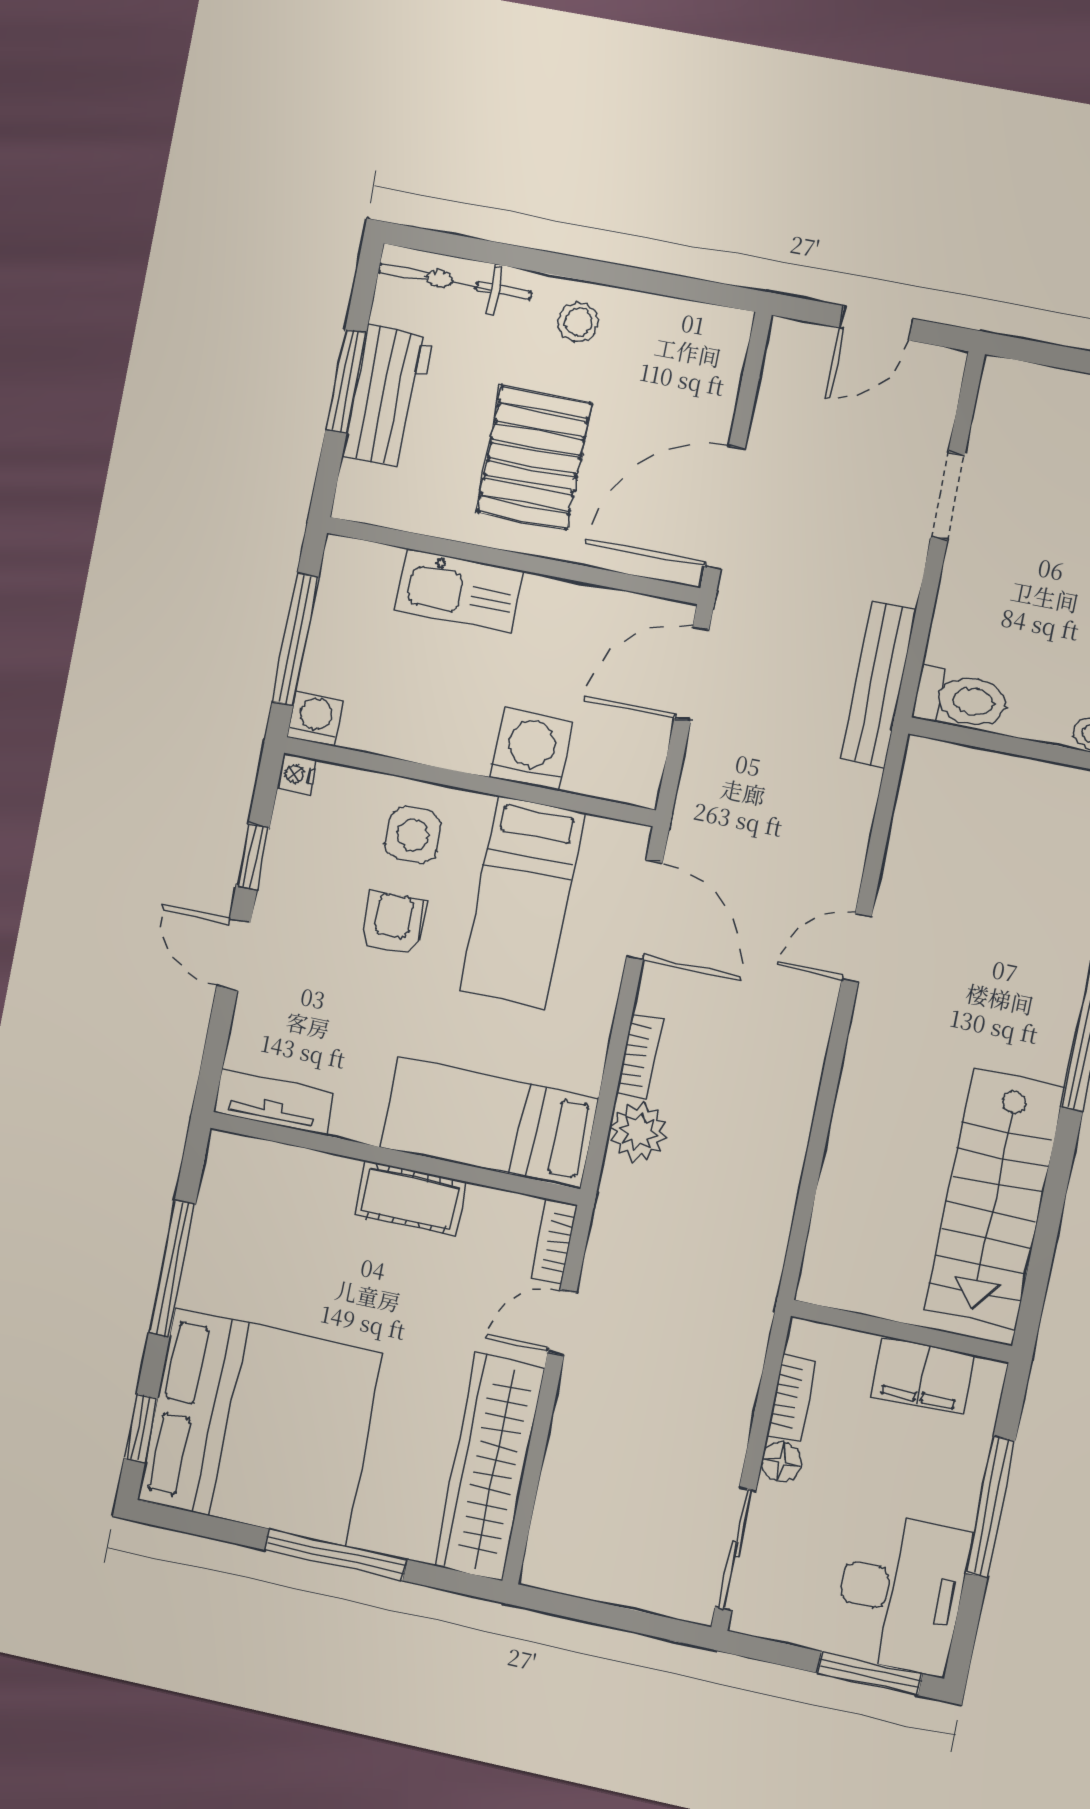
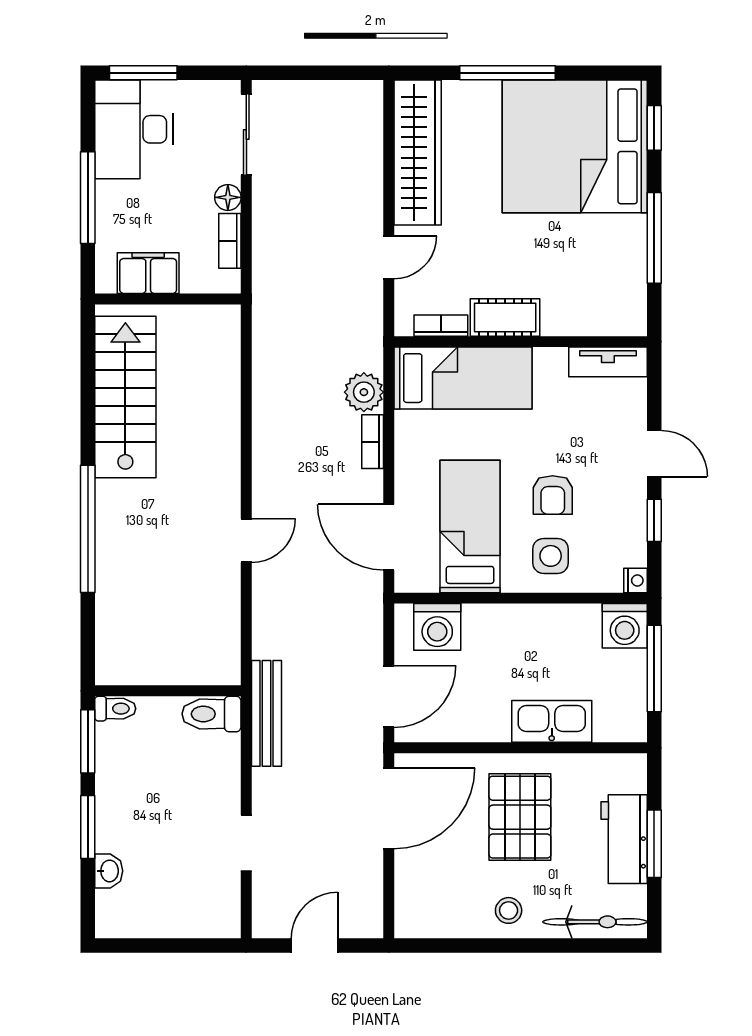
washing machine: (315, 718) -> (625, 626), width x1.38, depth x1.38
washing machine: (531, 750) -> (437, 627), moved
bookcase: (554, 1241) -> (441, 326), moved, turned -90

